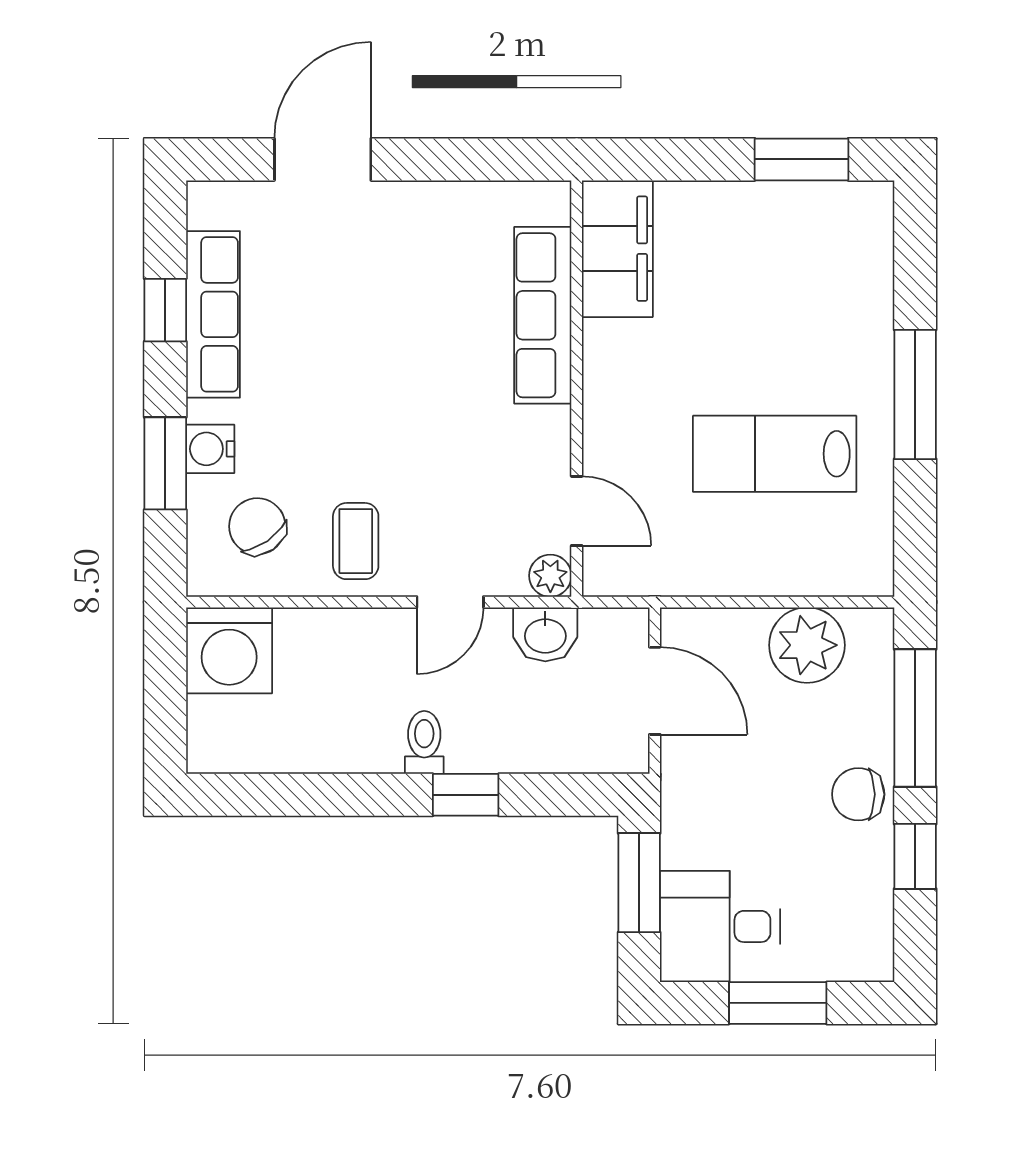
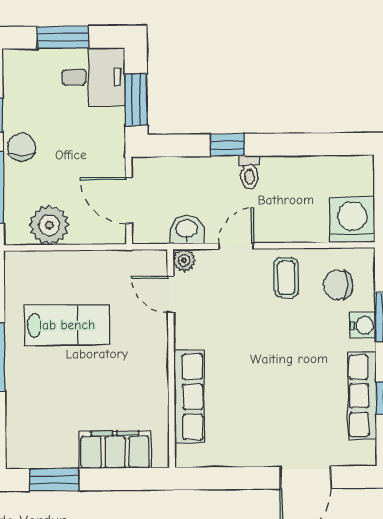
filing cabinet: (617, 249) -> (115, 450), moved, turned 90
chair: (257, 526) -> (338, 285), turned 125
chair: (858, 794) -> (22, 147), turned -90

